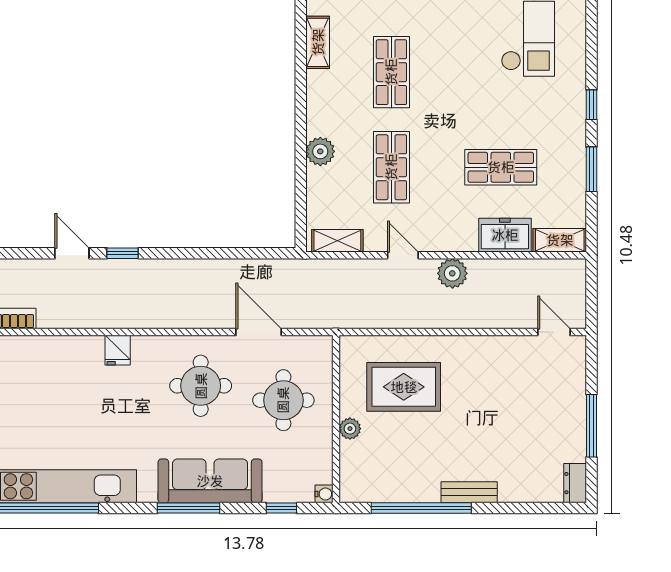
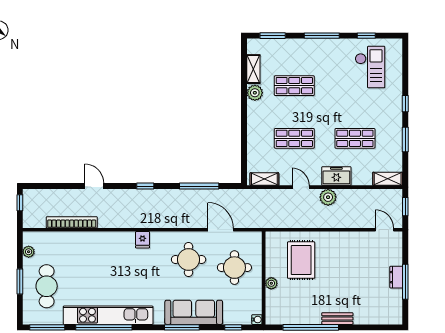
shop shelf: (391, 72) -> (294, 86), turned 90
plant: (320, 151) -> (255, 93), moved
shop shelf: (391, 167) -> (294, 138), turned 90
freezer: (505, 235) -> (336, 176), moved
door: (72, 253) -> (94, 186), moved
window: (220, 253) -> (199, 186), added
window: (591, 290) -> (405, 207), added
rug: (404, 387) -> (301, 260), turned 90
dresser: (575, 483) -> (396, 277), moved

